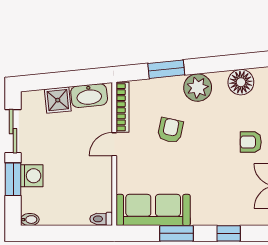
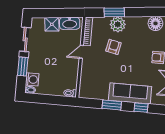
plant: (198, 88) -> (118, 24), moved
washing machine: (32, 176) -> (32, 79), moved
sofa: (153, 210) -> (130, 93), moved

